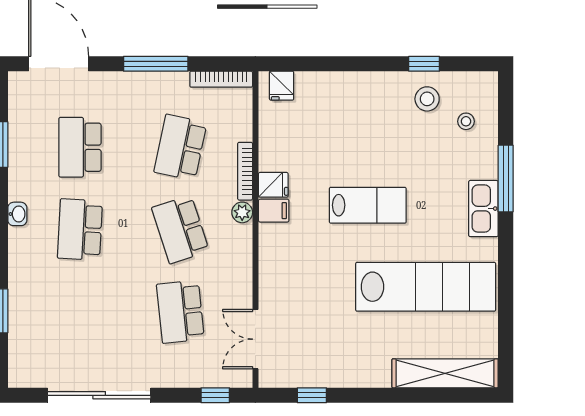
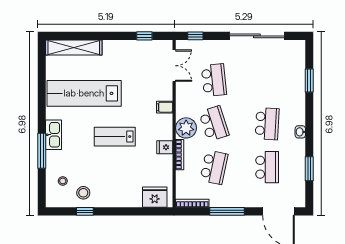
fridge: (282, 86) -> (155, 197), width x1.88, depth x1.34
filing cabinet: (274, 211) -> (165, 107), moved
plant: (242, 212) -> (186, 128), width x1.88, depth x1.88

